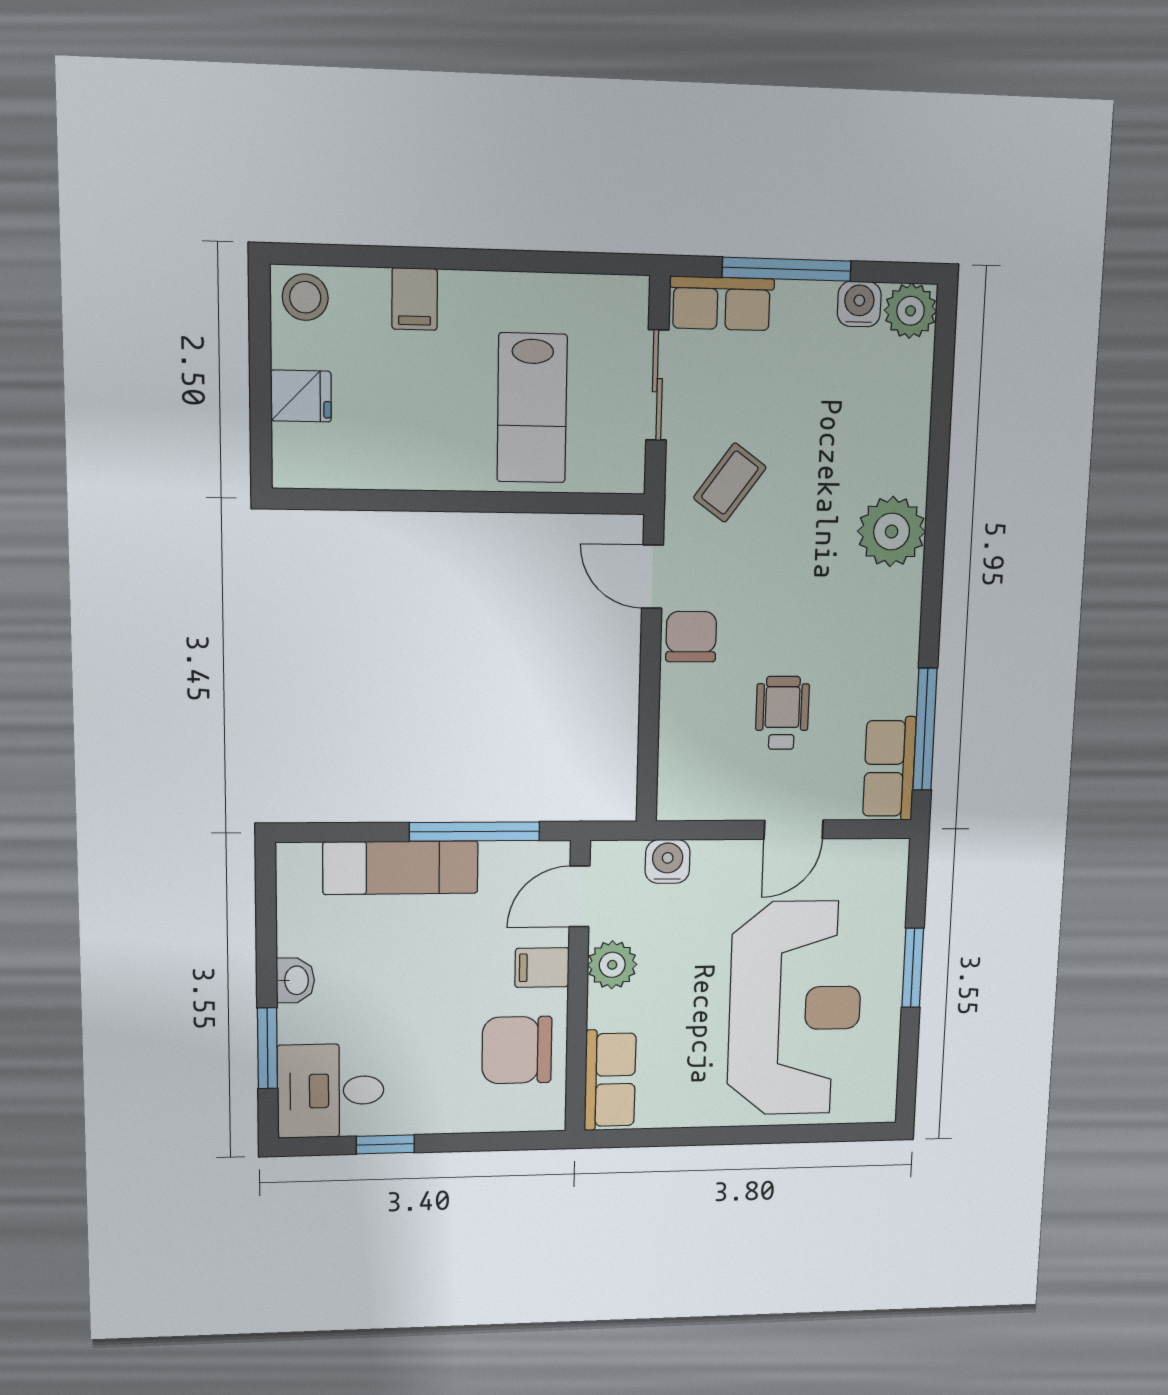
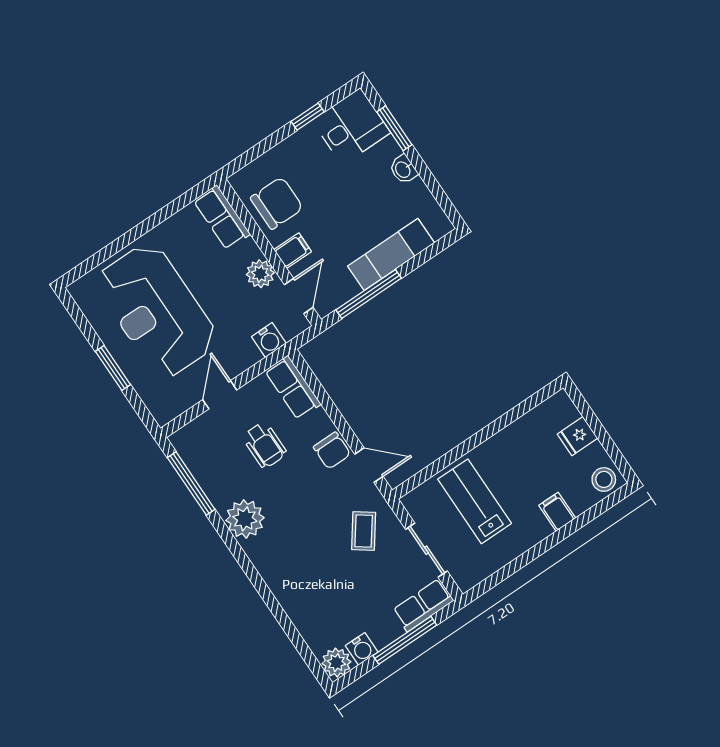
plant: (892, 531) -> (245, 519), moved
row of seats: (889, 768) -> (293, 388), moved, turned 180

